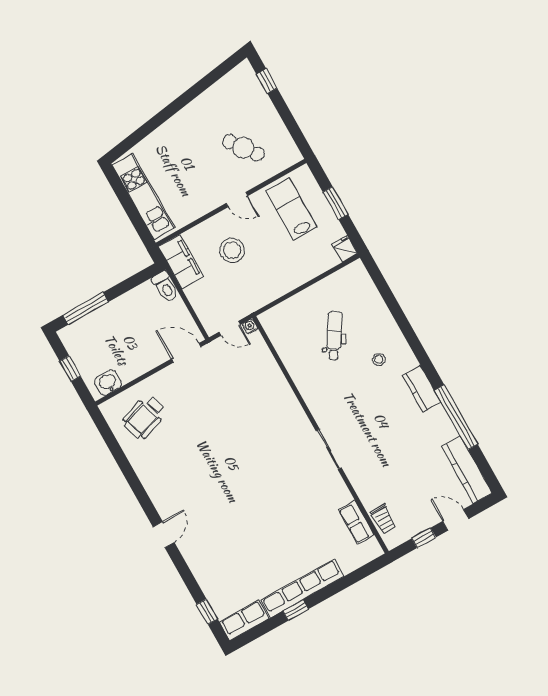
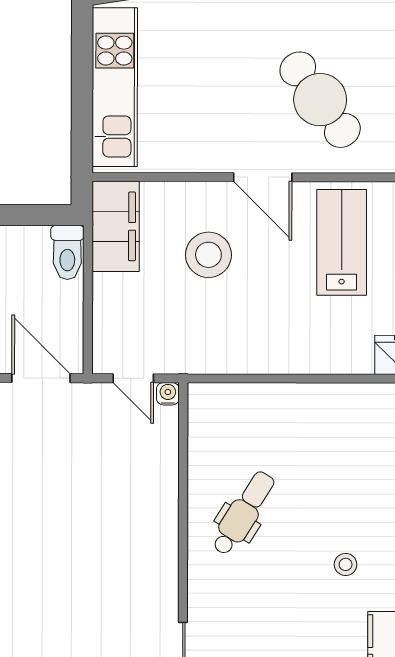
cafe table: (243, 148) -> (320, 100), width x1.37, depth x1.35
door: (237, 199) -> (263, 177), width x1.38
dental chair: (334, 336) -> (243, 513), moved

